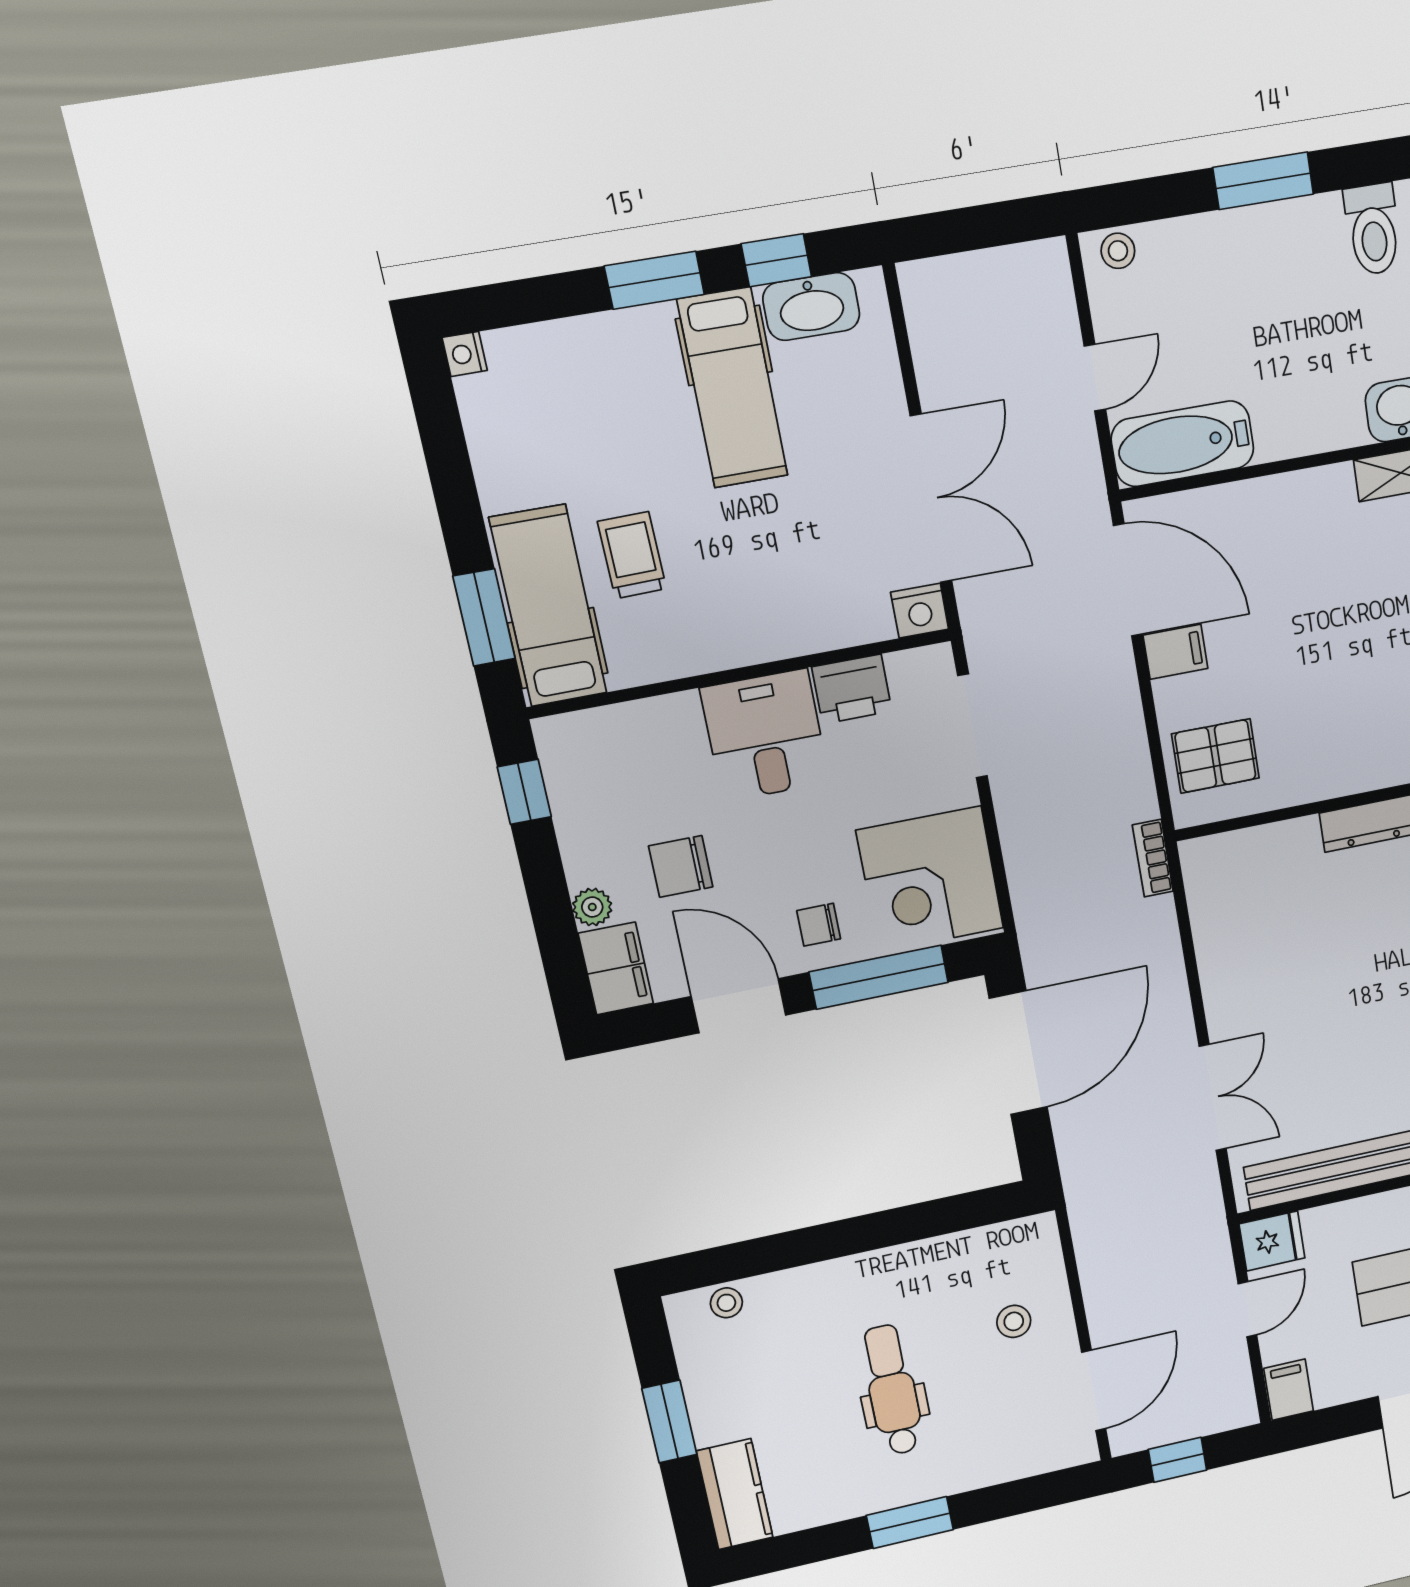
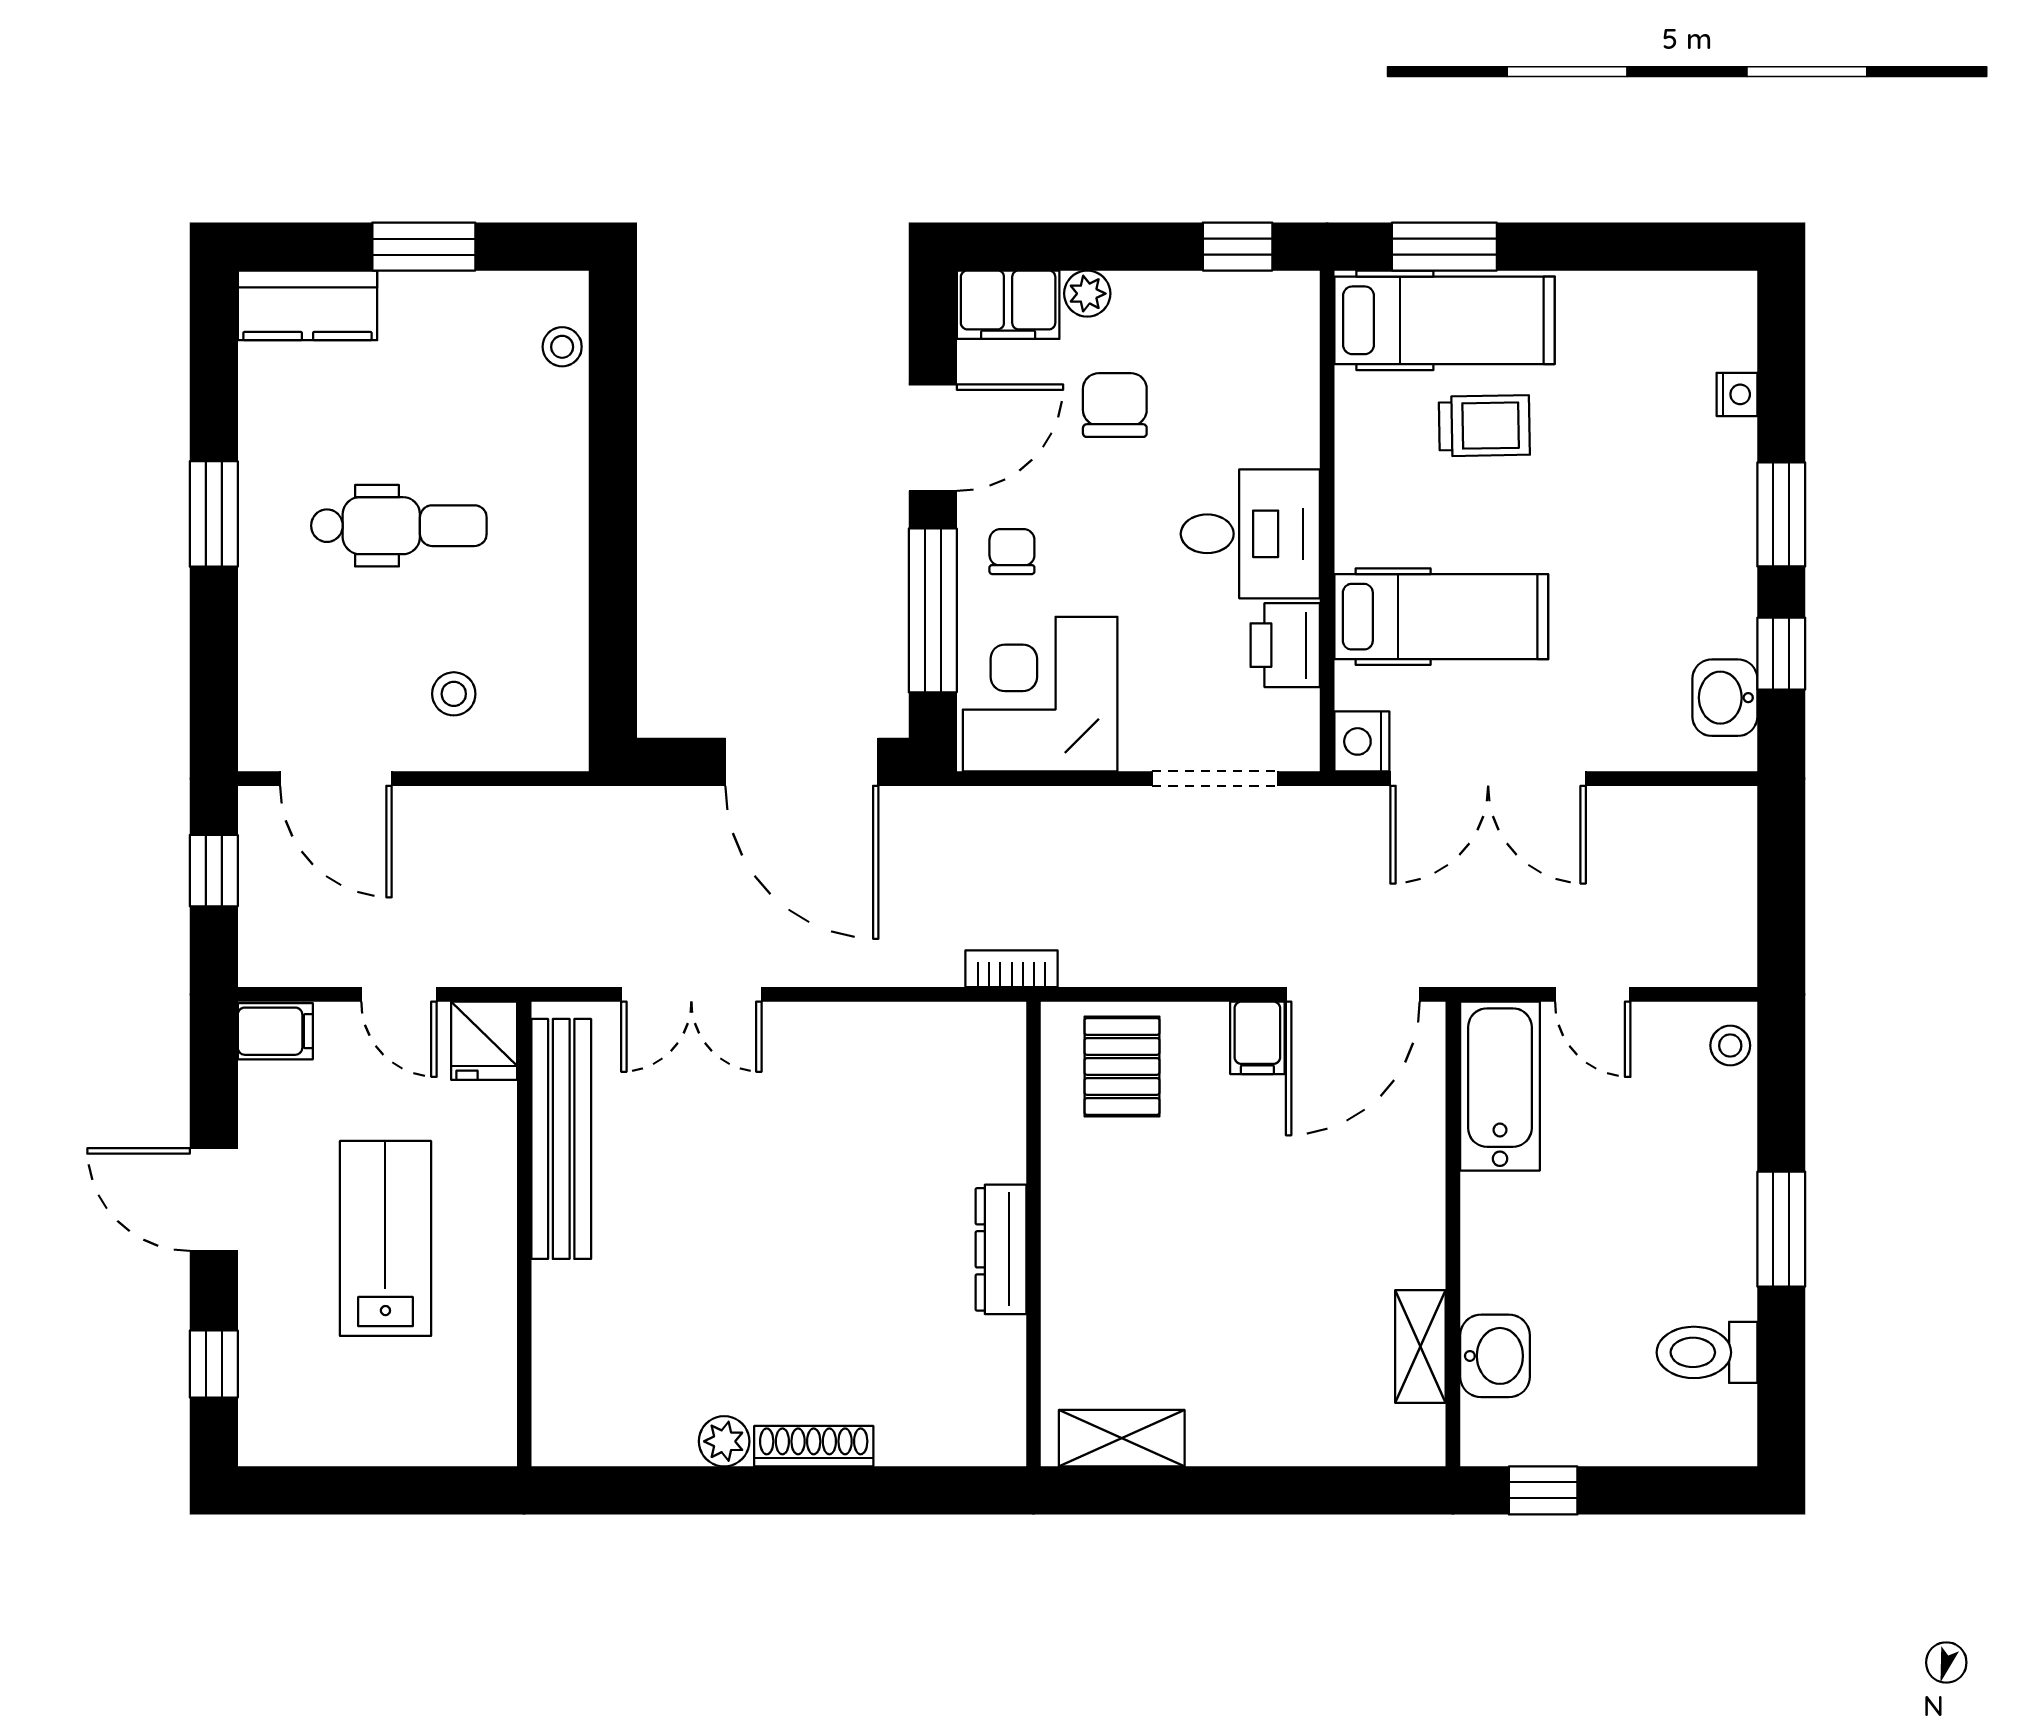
washbasin: (811, 307) -> (1725, 698), width x0.72
nightstand: (465, 354) -> (1737, 394), moved, turned 90
hospital bed: (733, 388) -> (1441, 617), moved, turned 180

